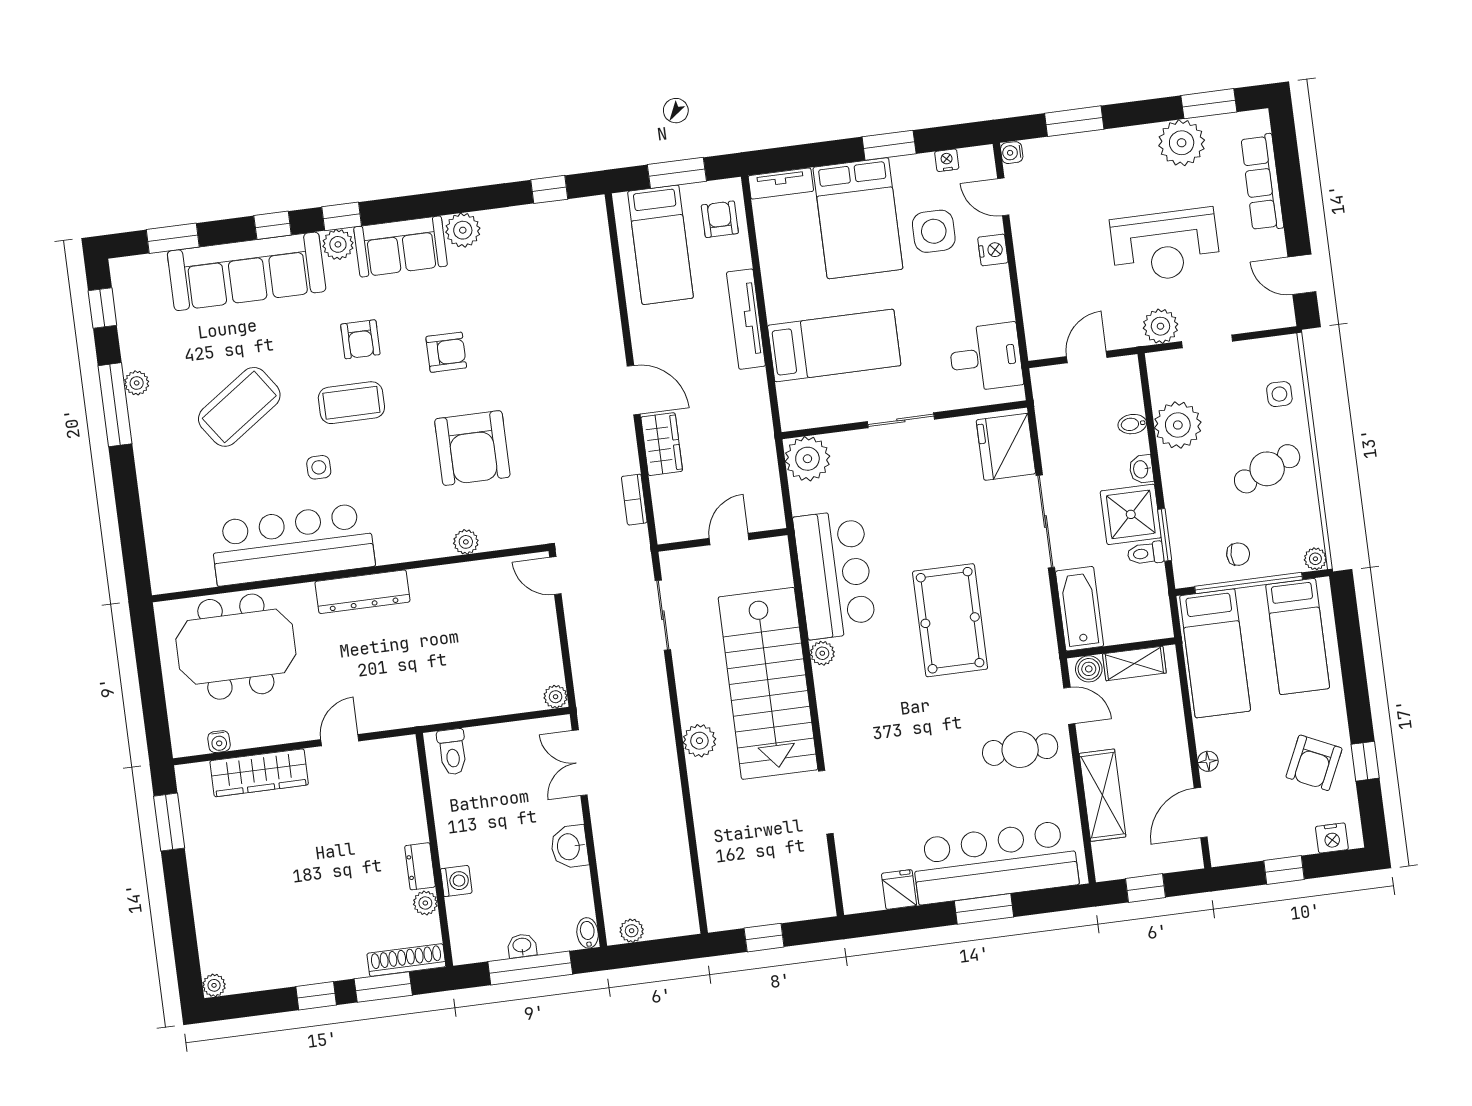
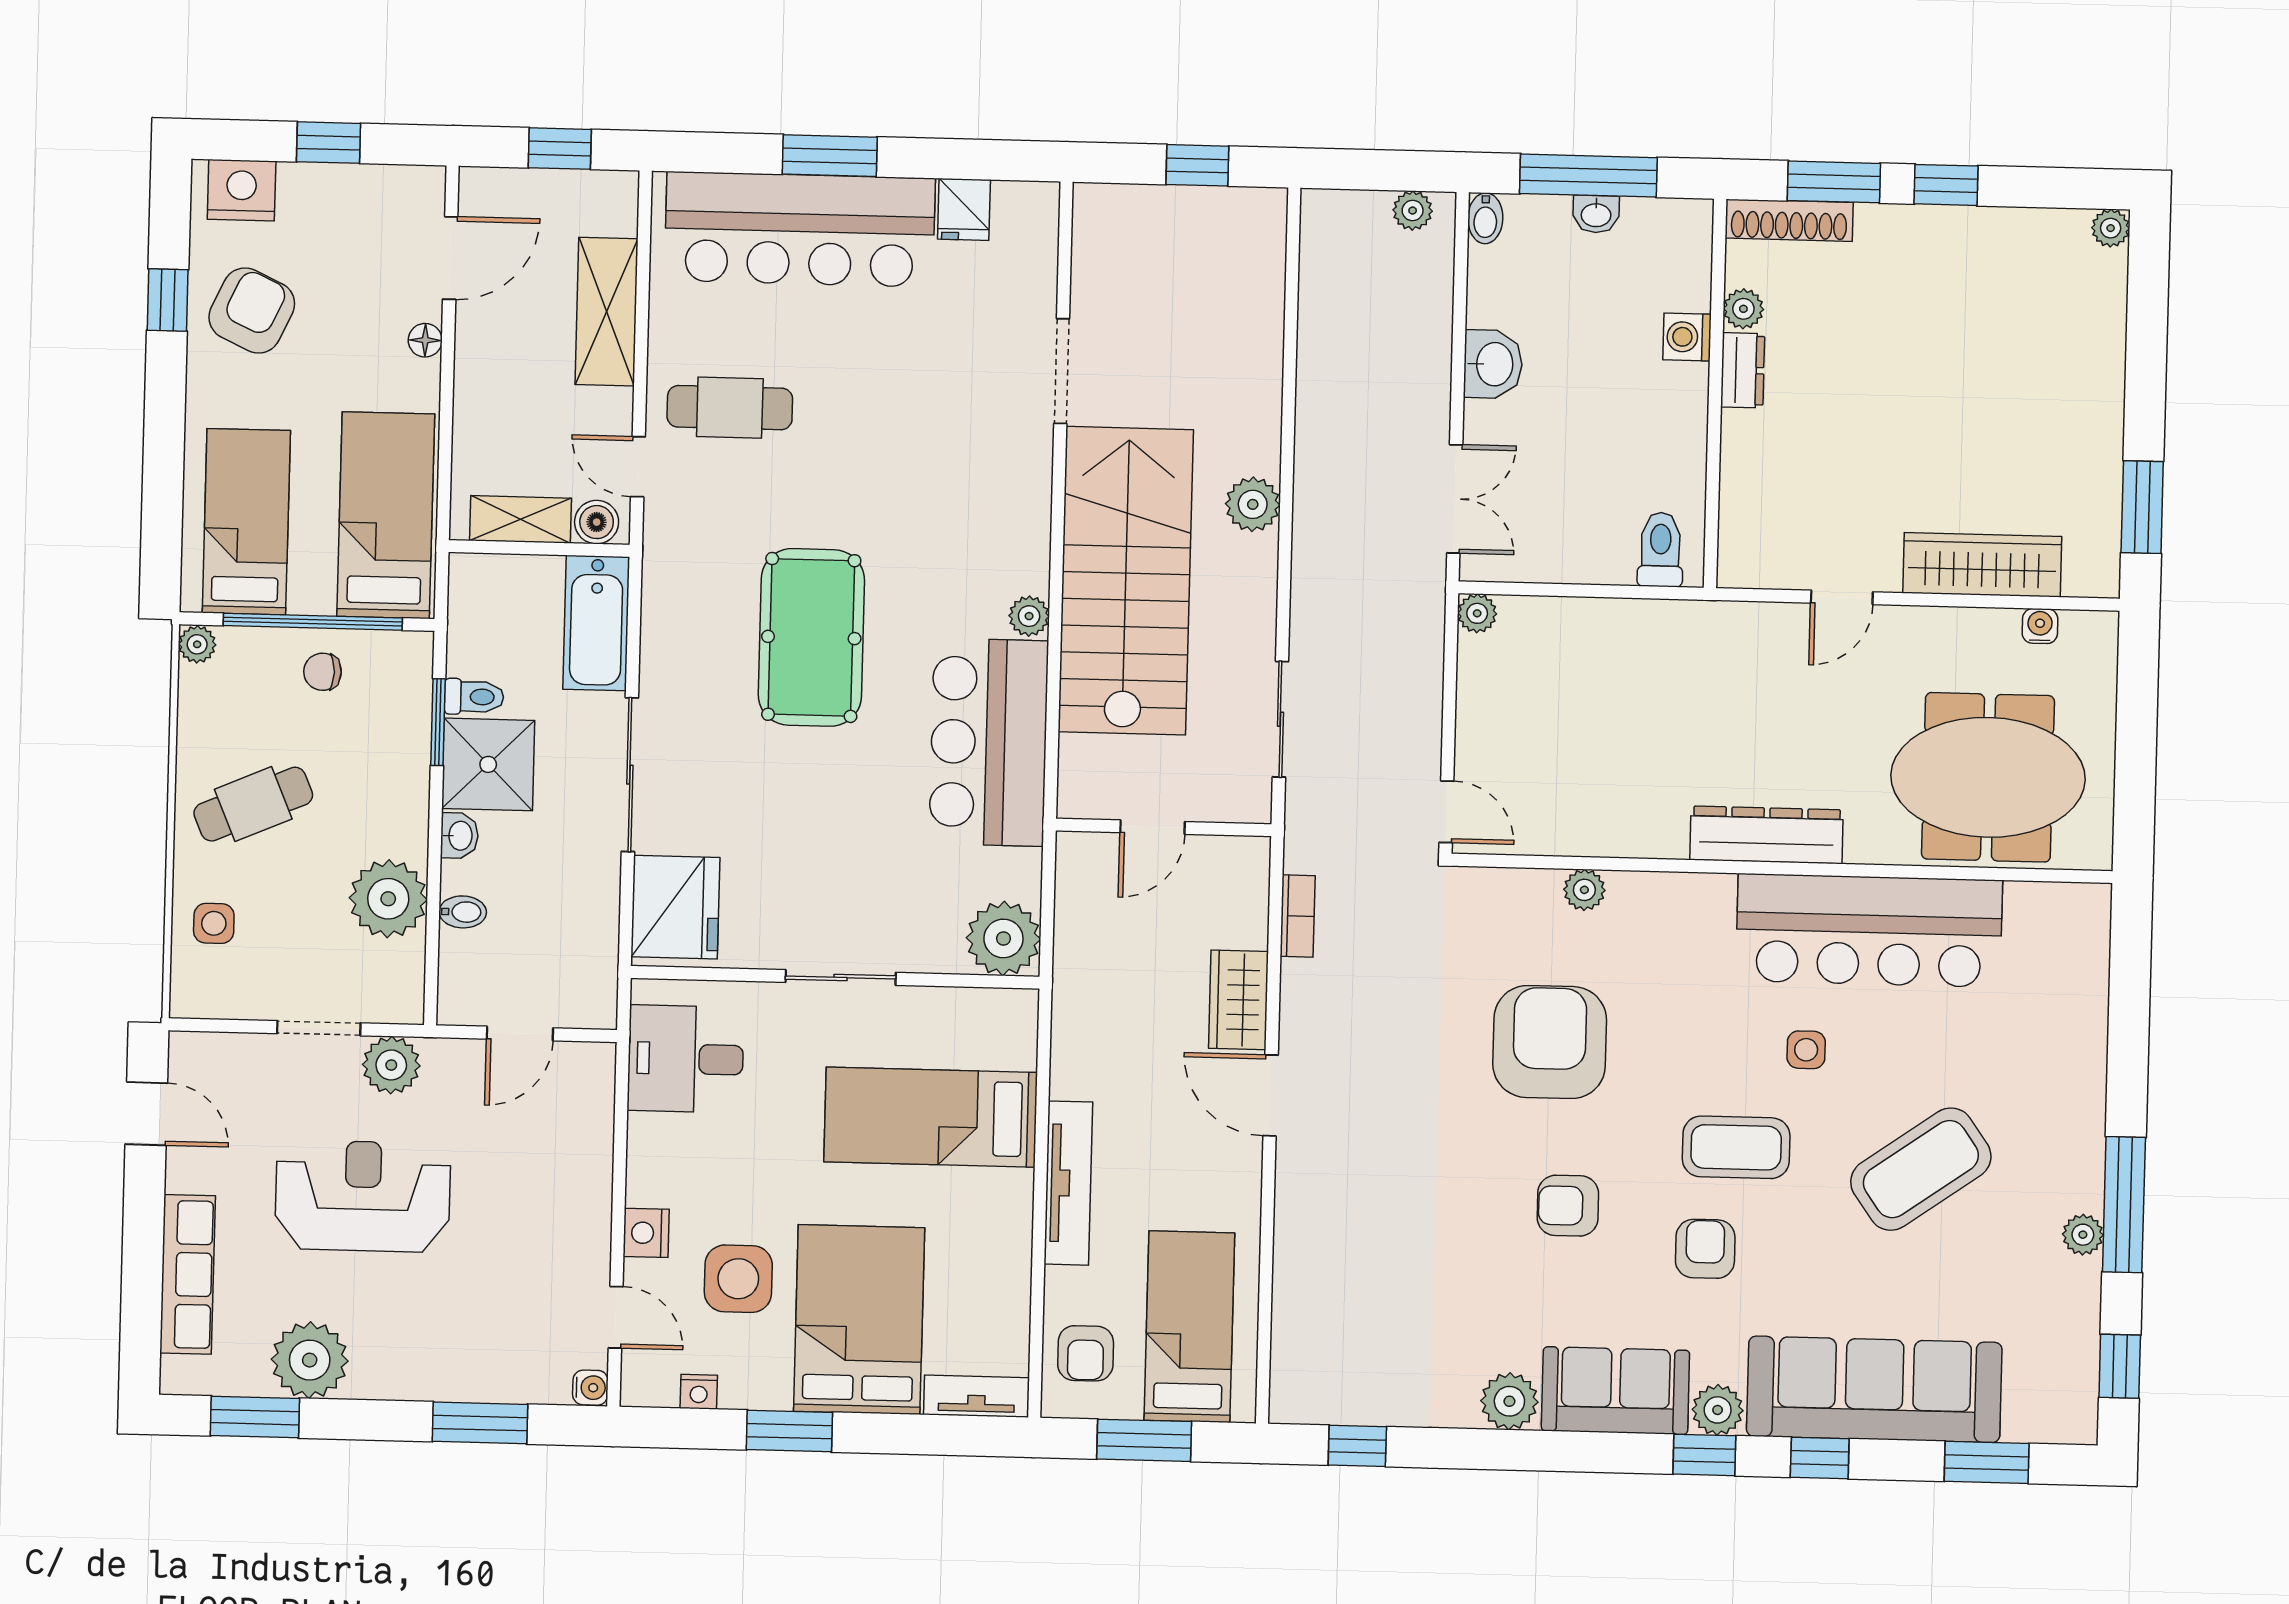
nightstand: (1332, 838) -> (242, 190), width x1.36, depth x1.33

